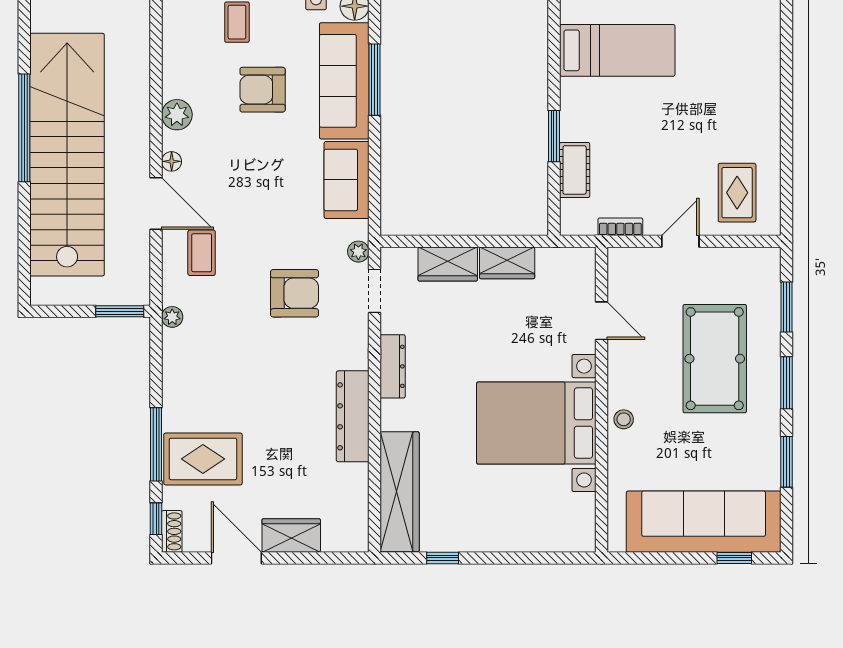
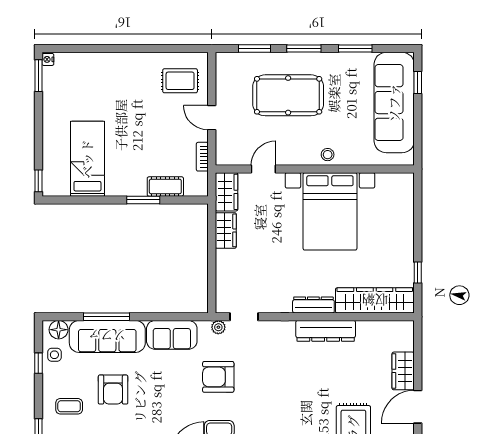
wardrobe: (448, 264) -> (227, 192), moved
armchair: (295, 293) -> (218, 377), moved, turned -90
dresser: (393, 366) -> (313, 305), moved

